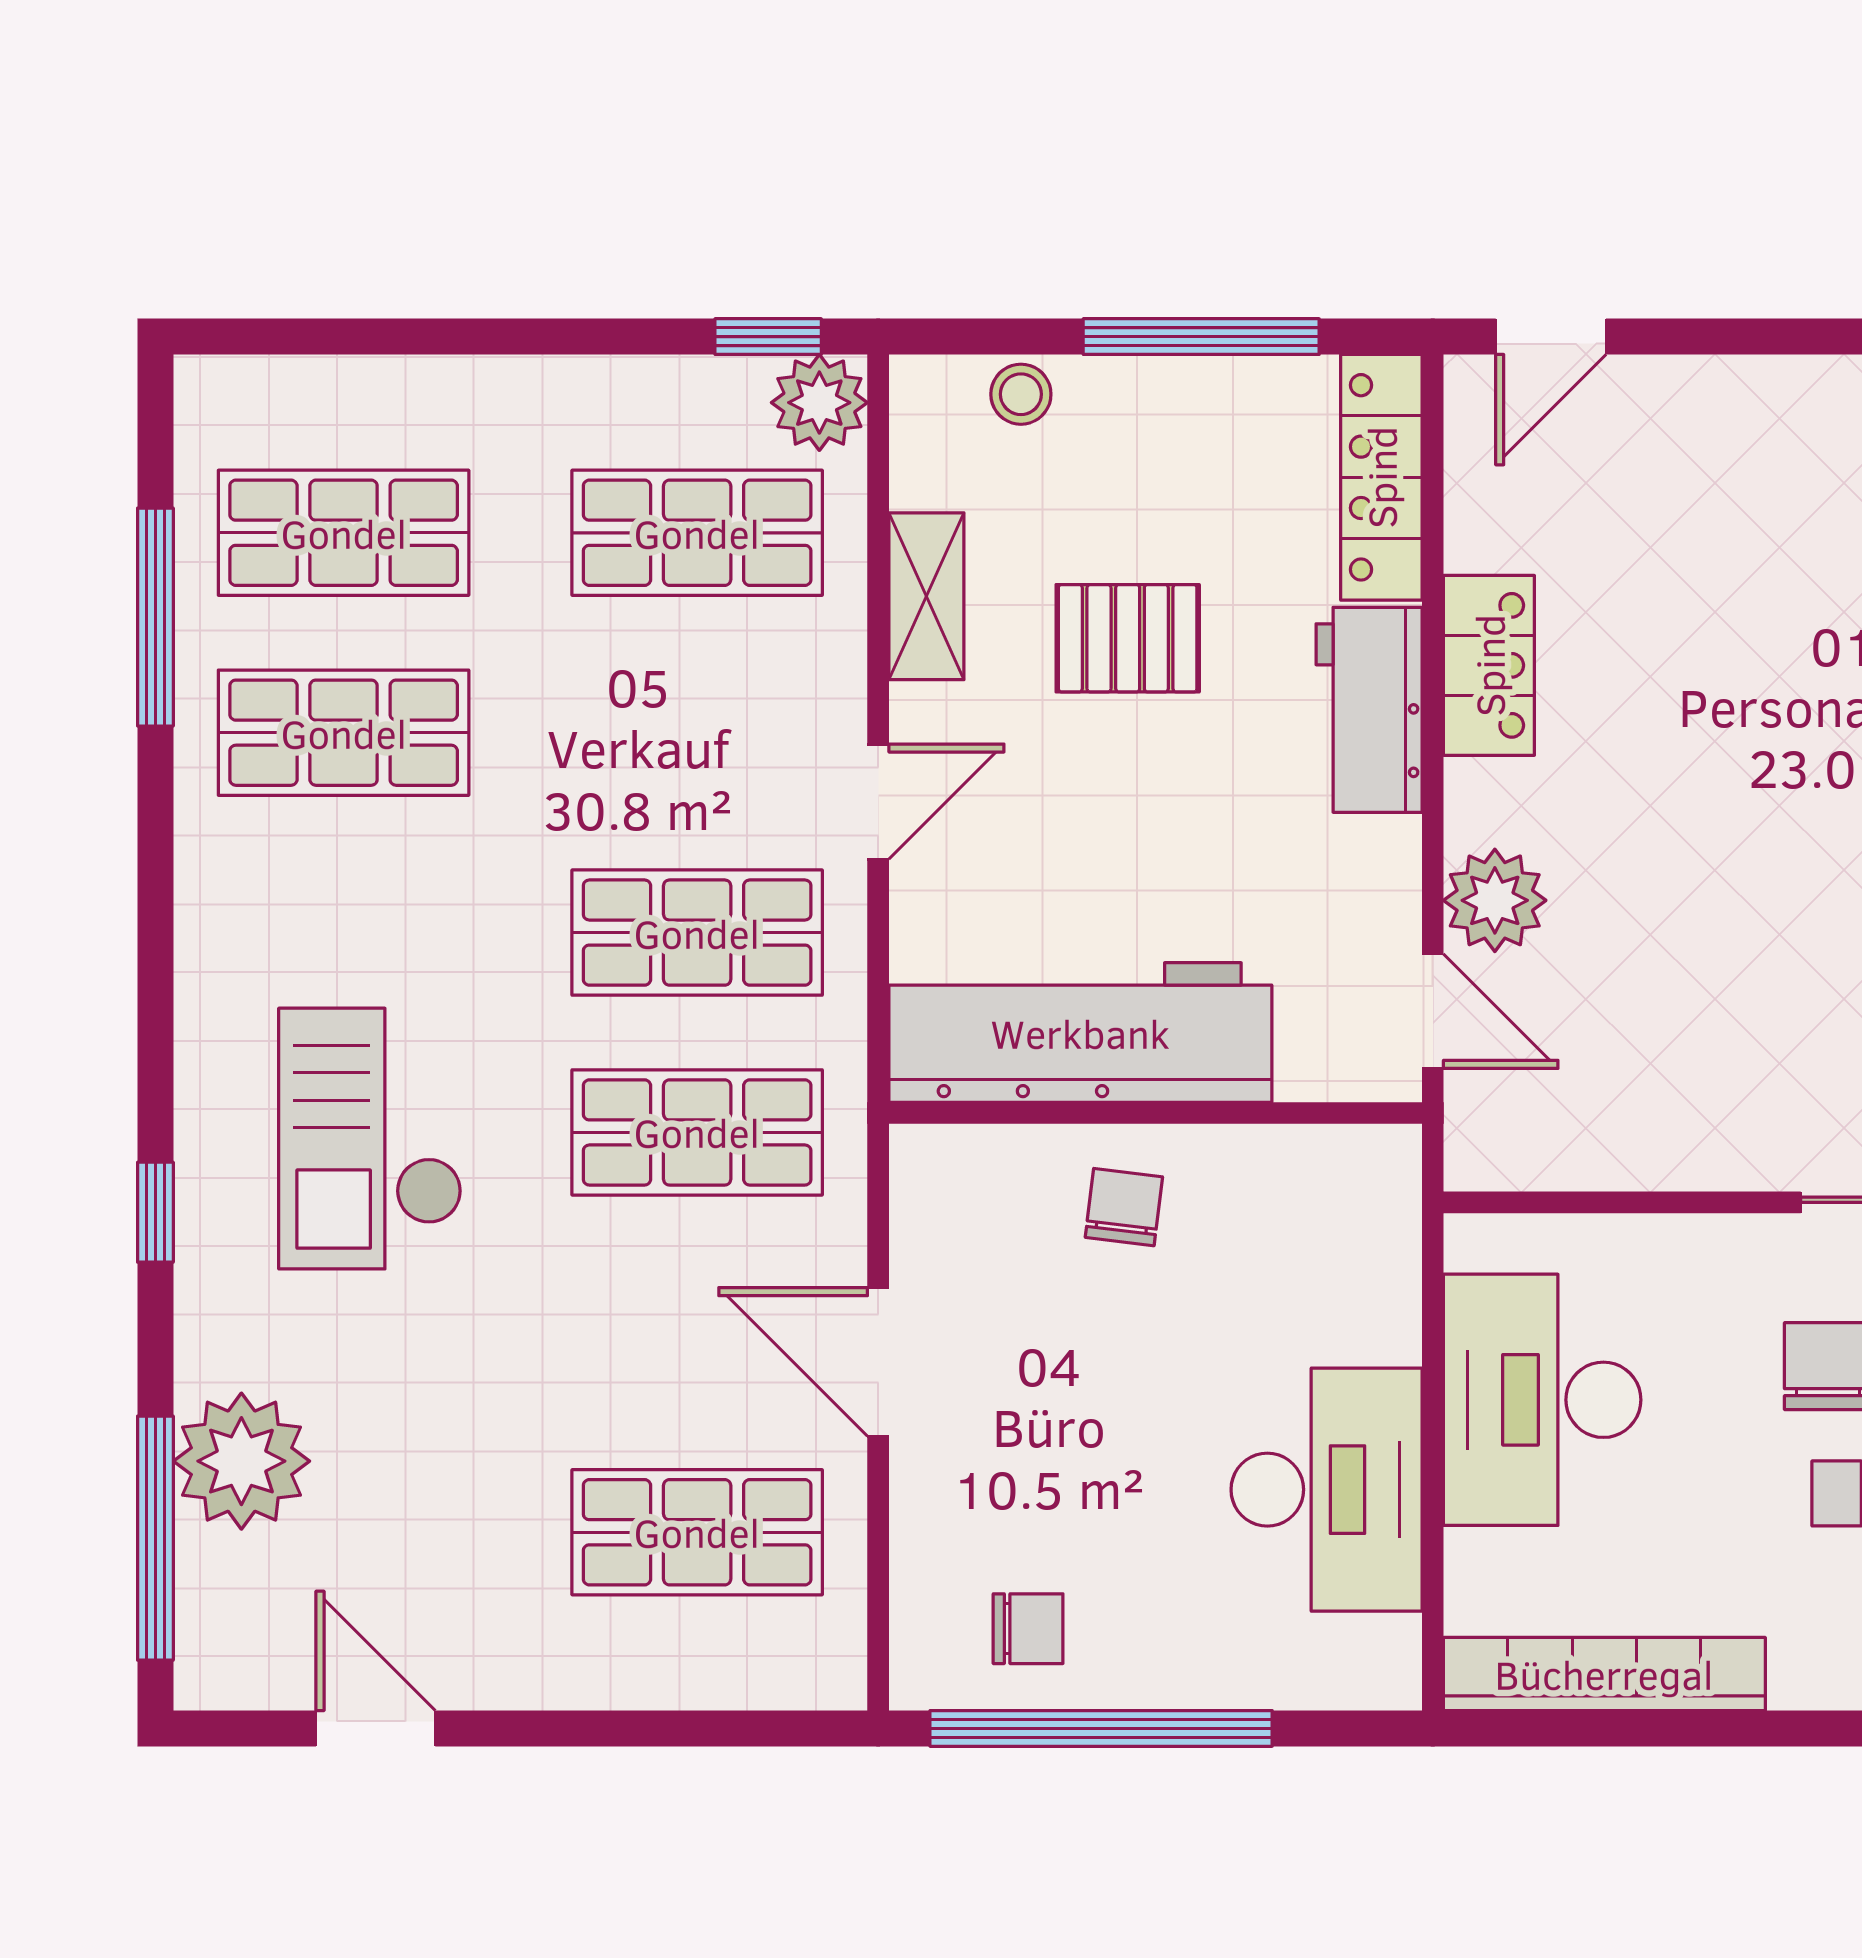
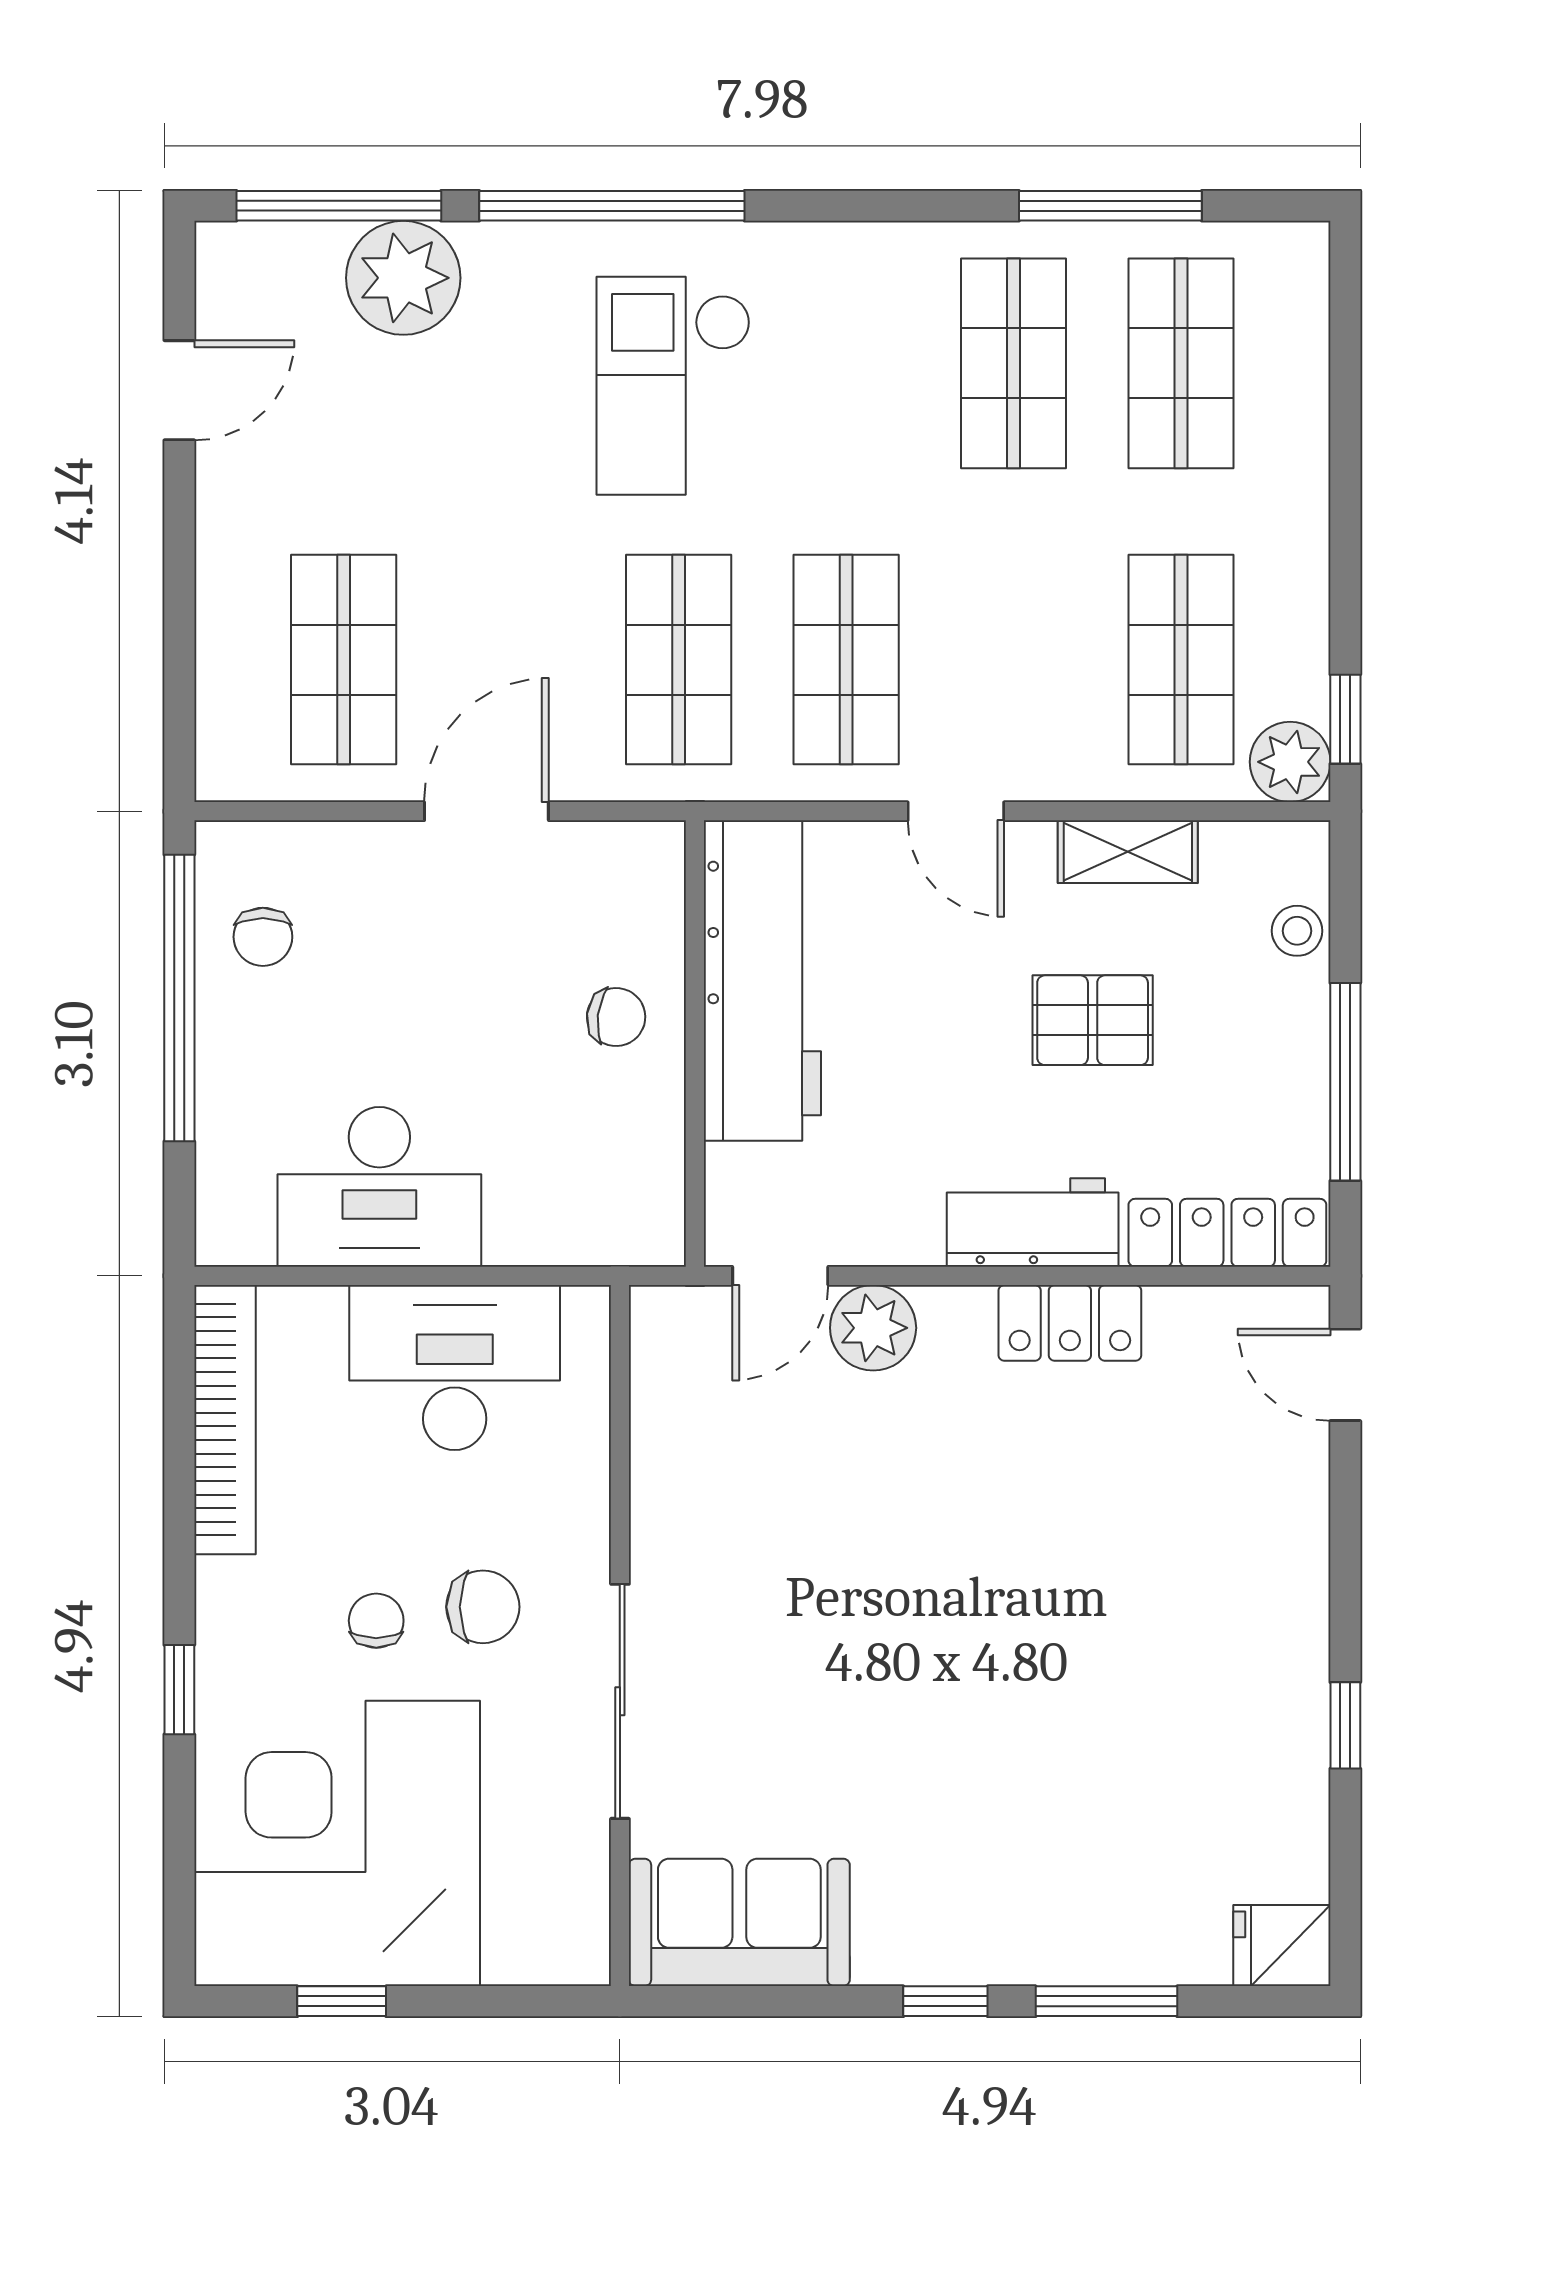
pallet: (1128, 638) -> (1093, 1020), turned 90
checkout: (370, 1139) -> (673, 386), turned -90
window: (155, 1212) -> (612, 206), width x3.17

